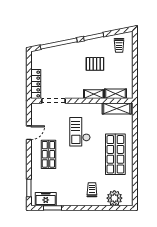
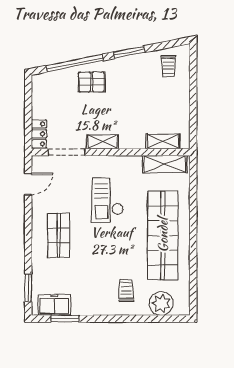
pallet: (95, 64) -> (91, 82), moved
locker: (36, 84) -> (39, 134), width x0.66
shelving: (94, 94) -> (102, 142), moved
door: (29, 133) -> (28, 184), moved
shop shelf: (115, 154) -> (163, 235), width x1.40

